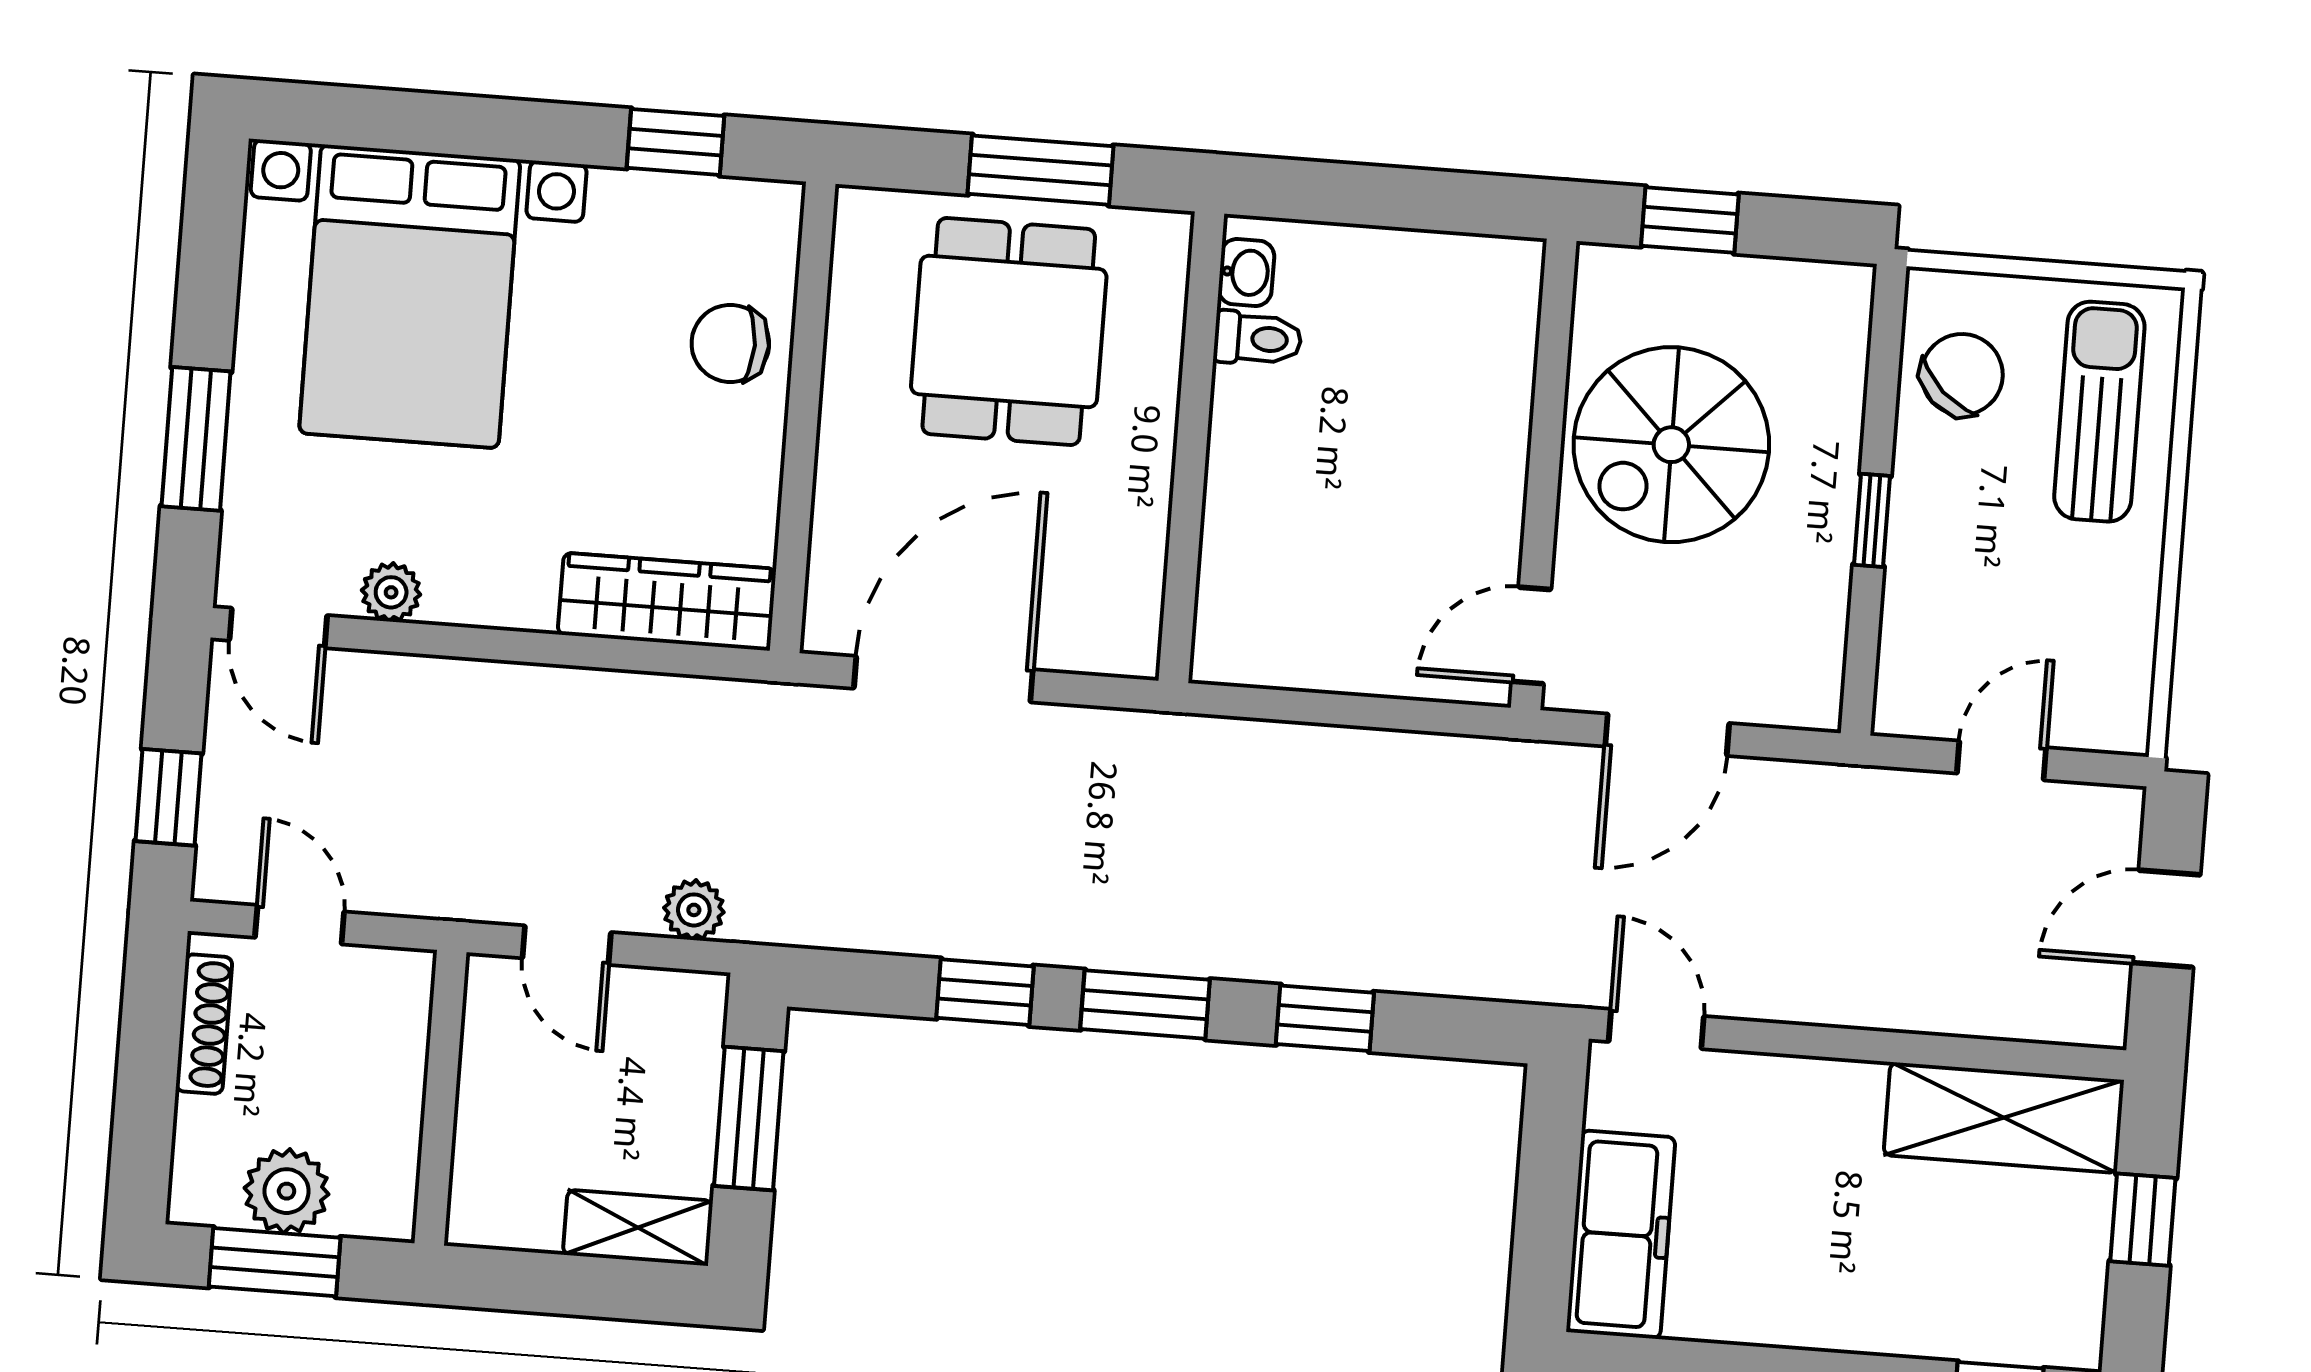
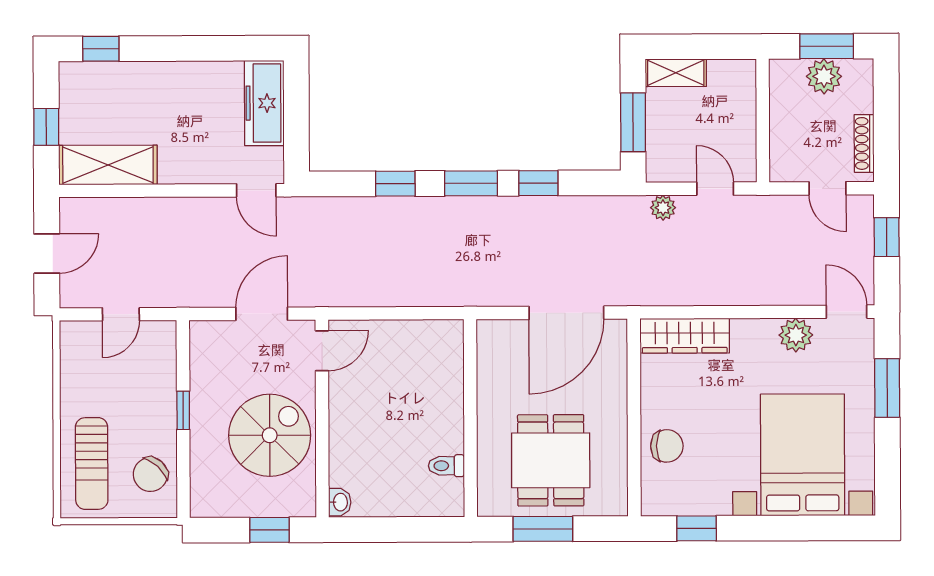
washbasin: (1246, 272) -> (340, 502), moved, turned 180
plant: (391, 592) -> (796, 335), width x1.38, depth x1.38

